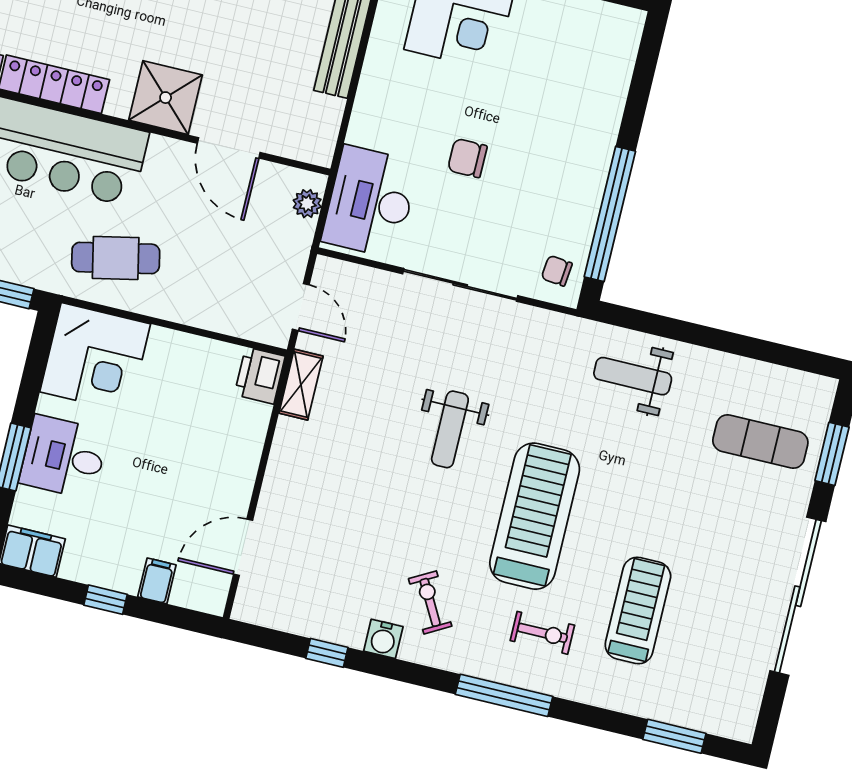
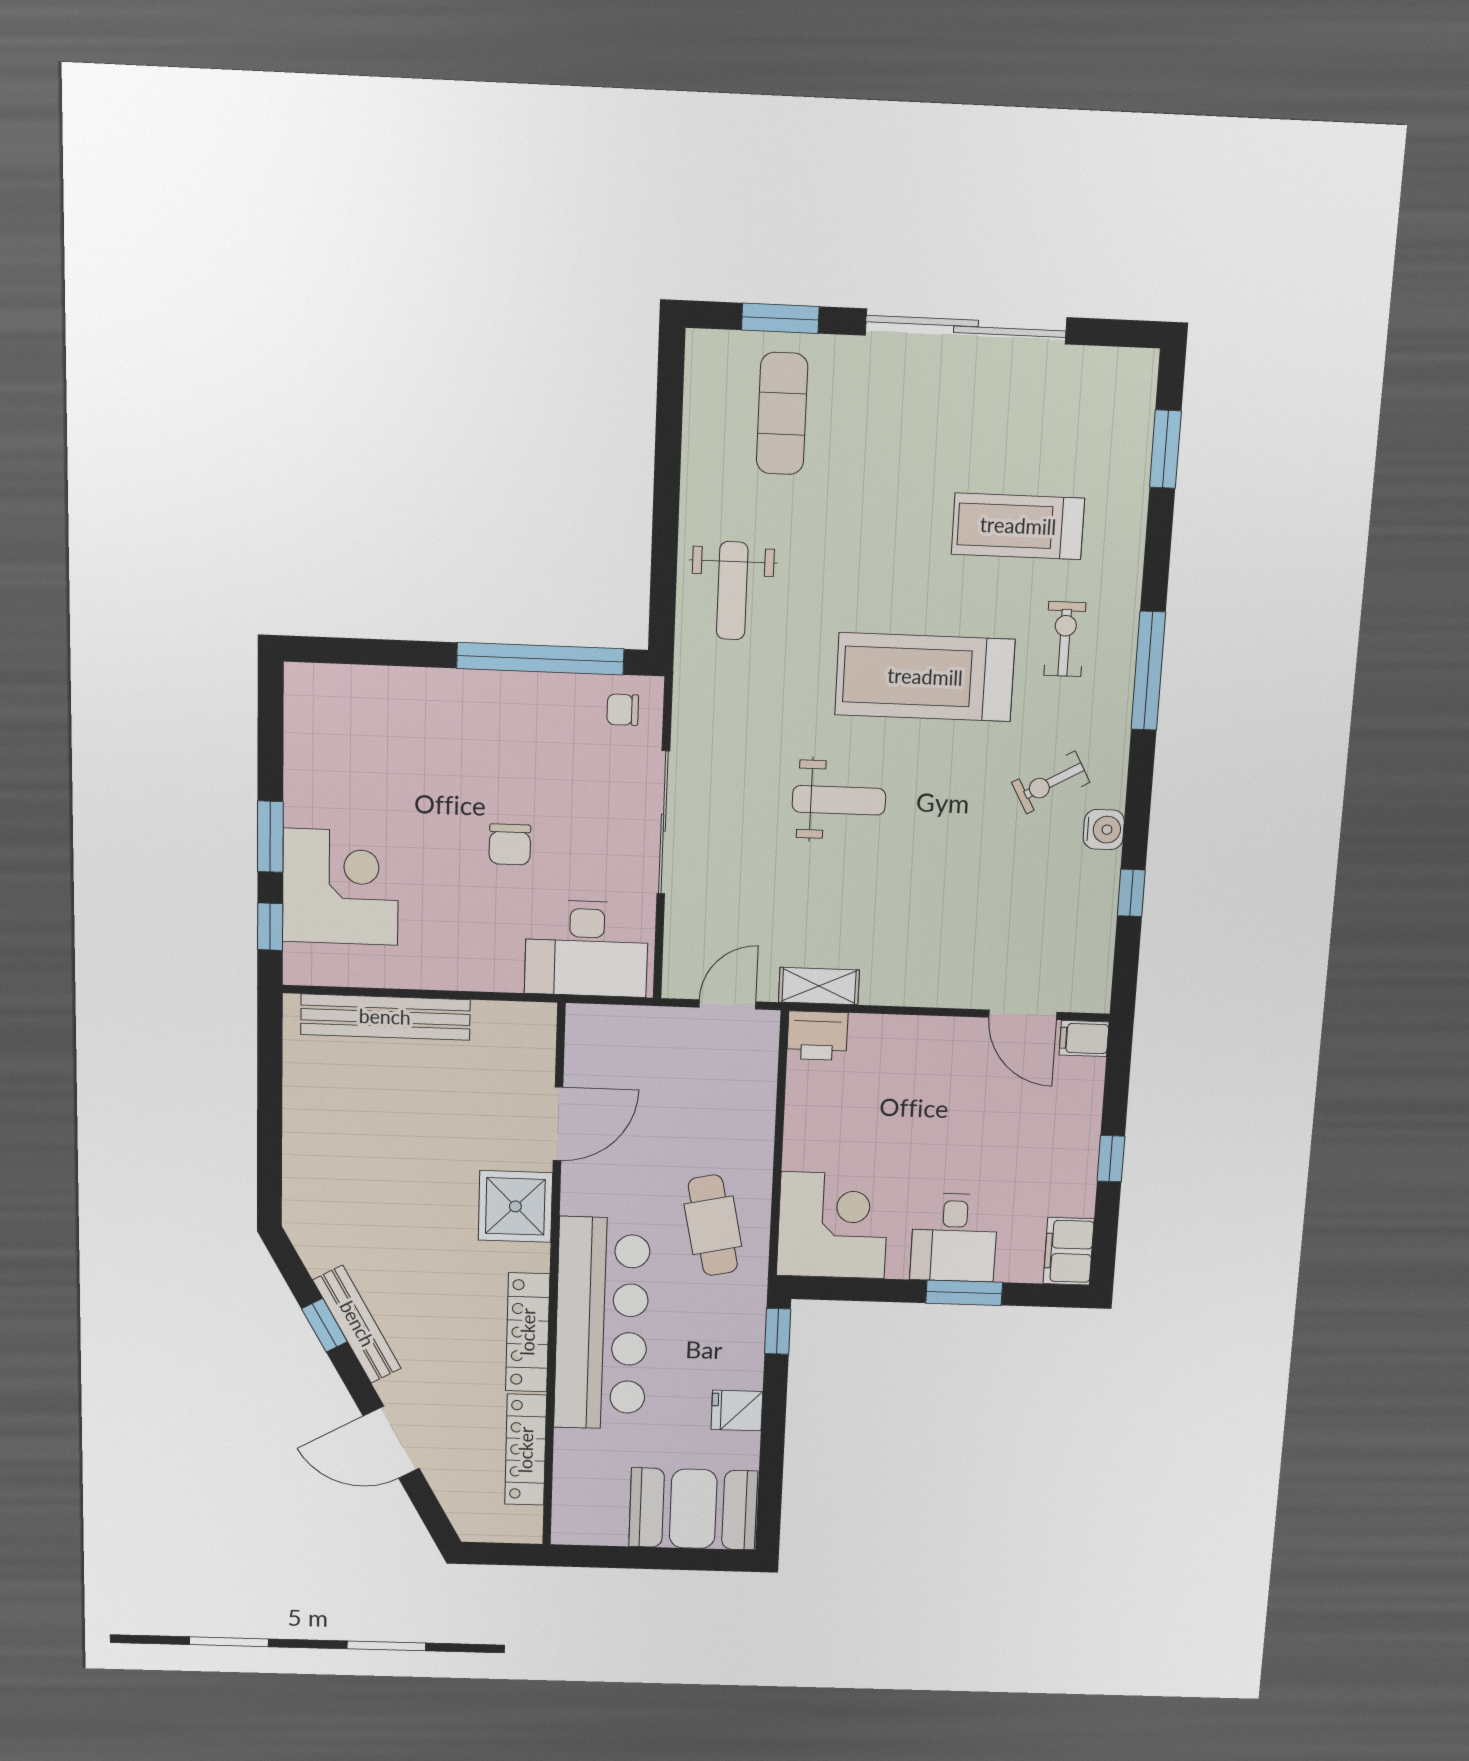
plant: (307, 204) -> (604, 1021), removed
chair: (557, 271) -> (623, 710), turned 84
filing cabinet: (157, 581) -> (1084, 1038), moved

